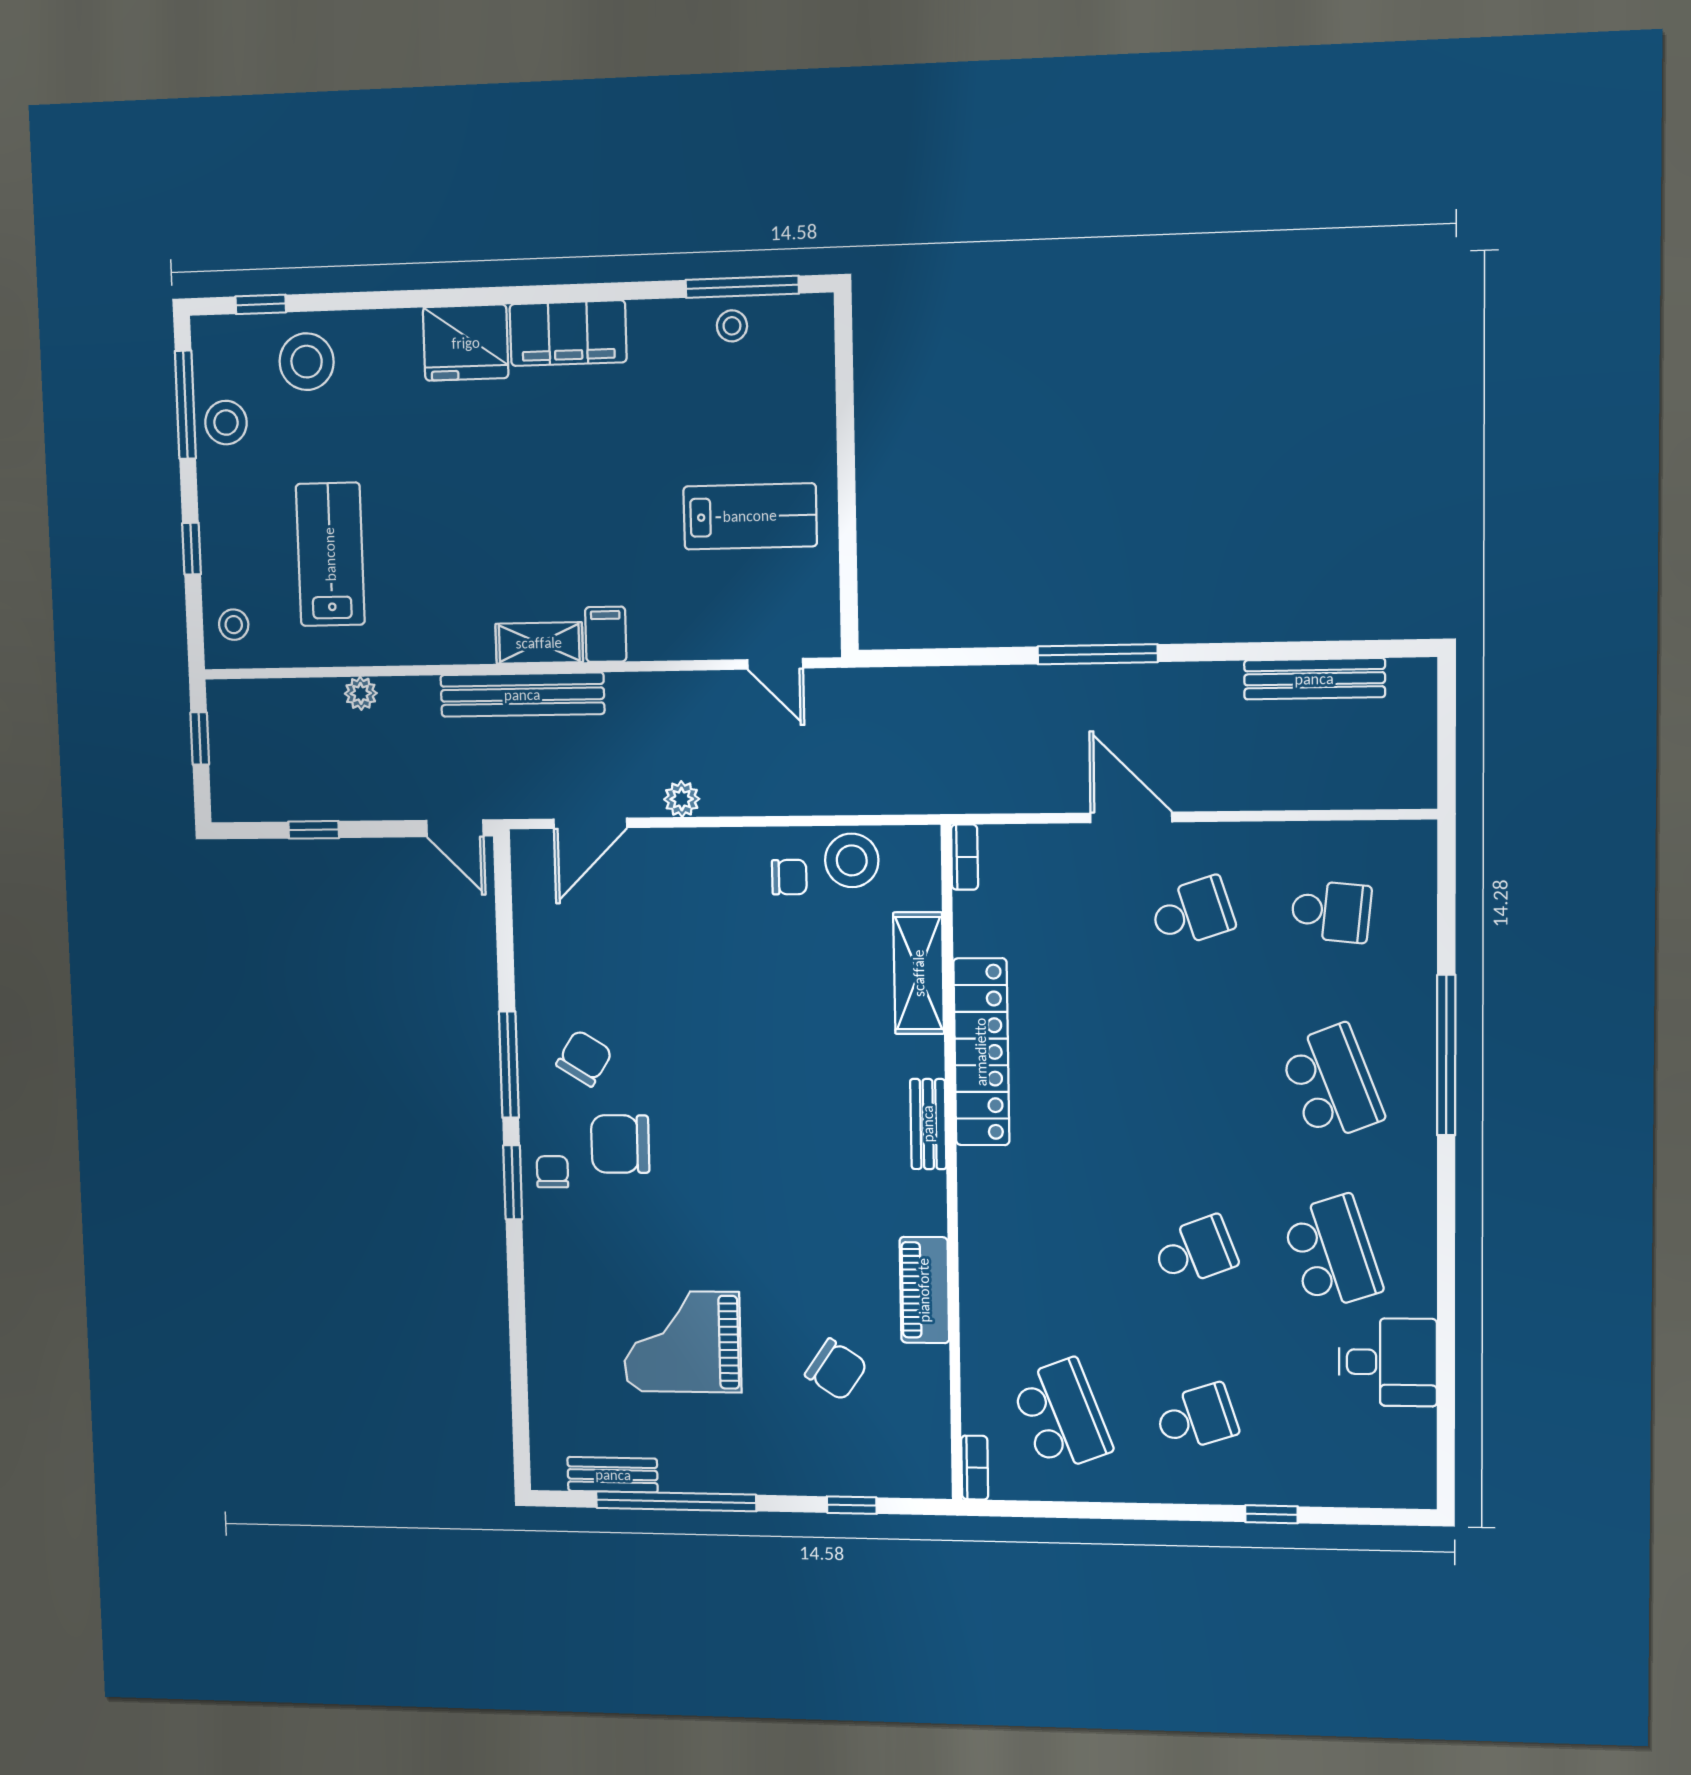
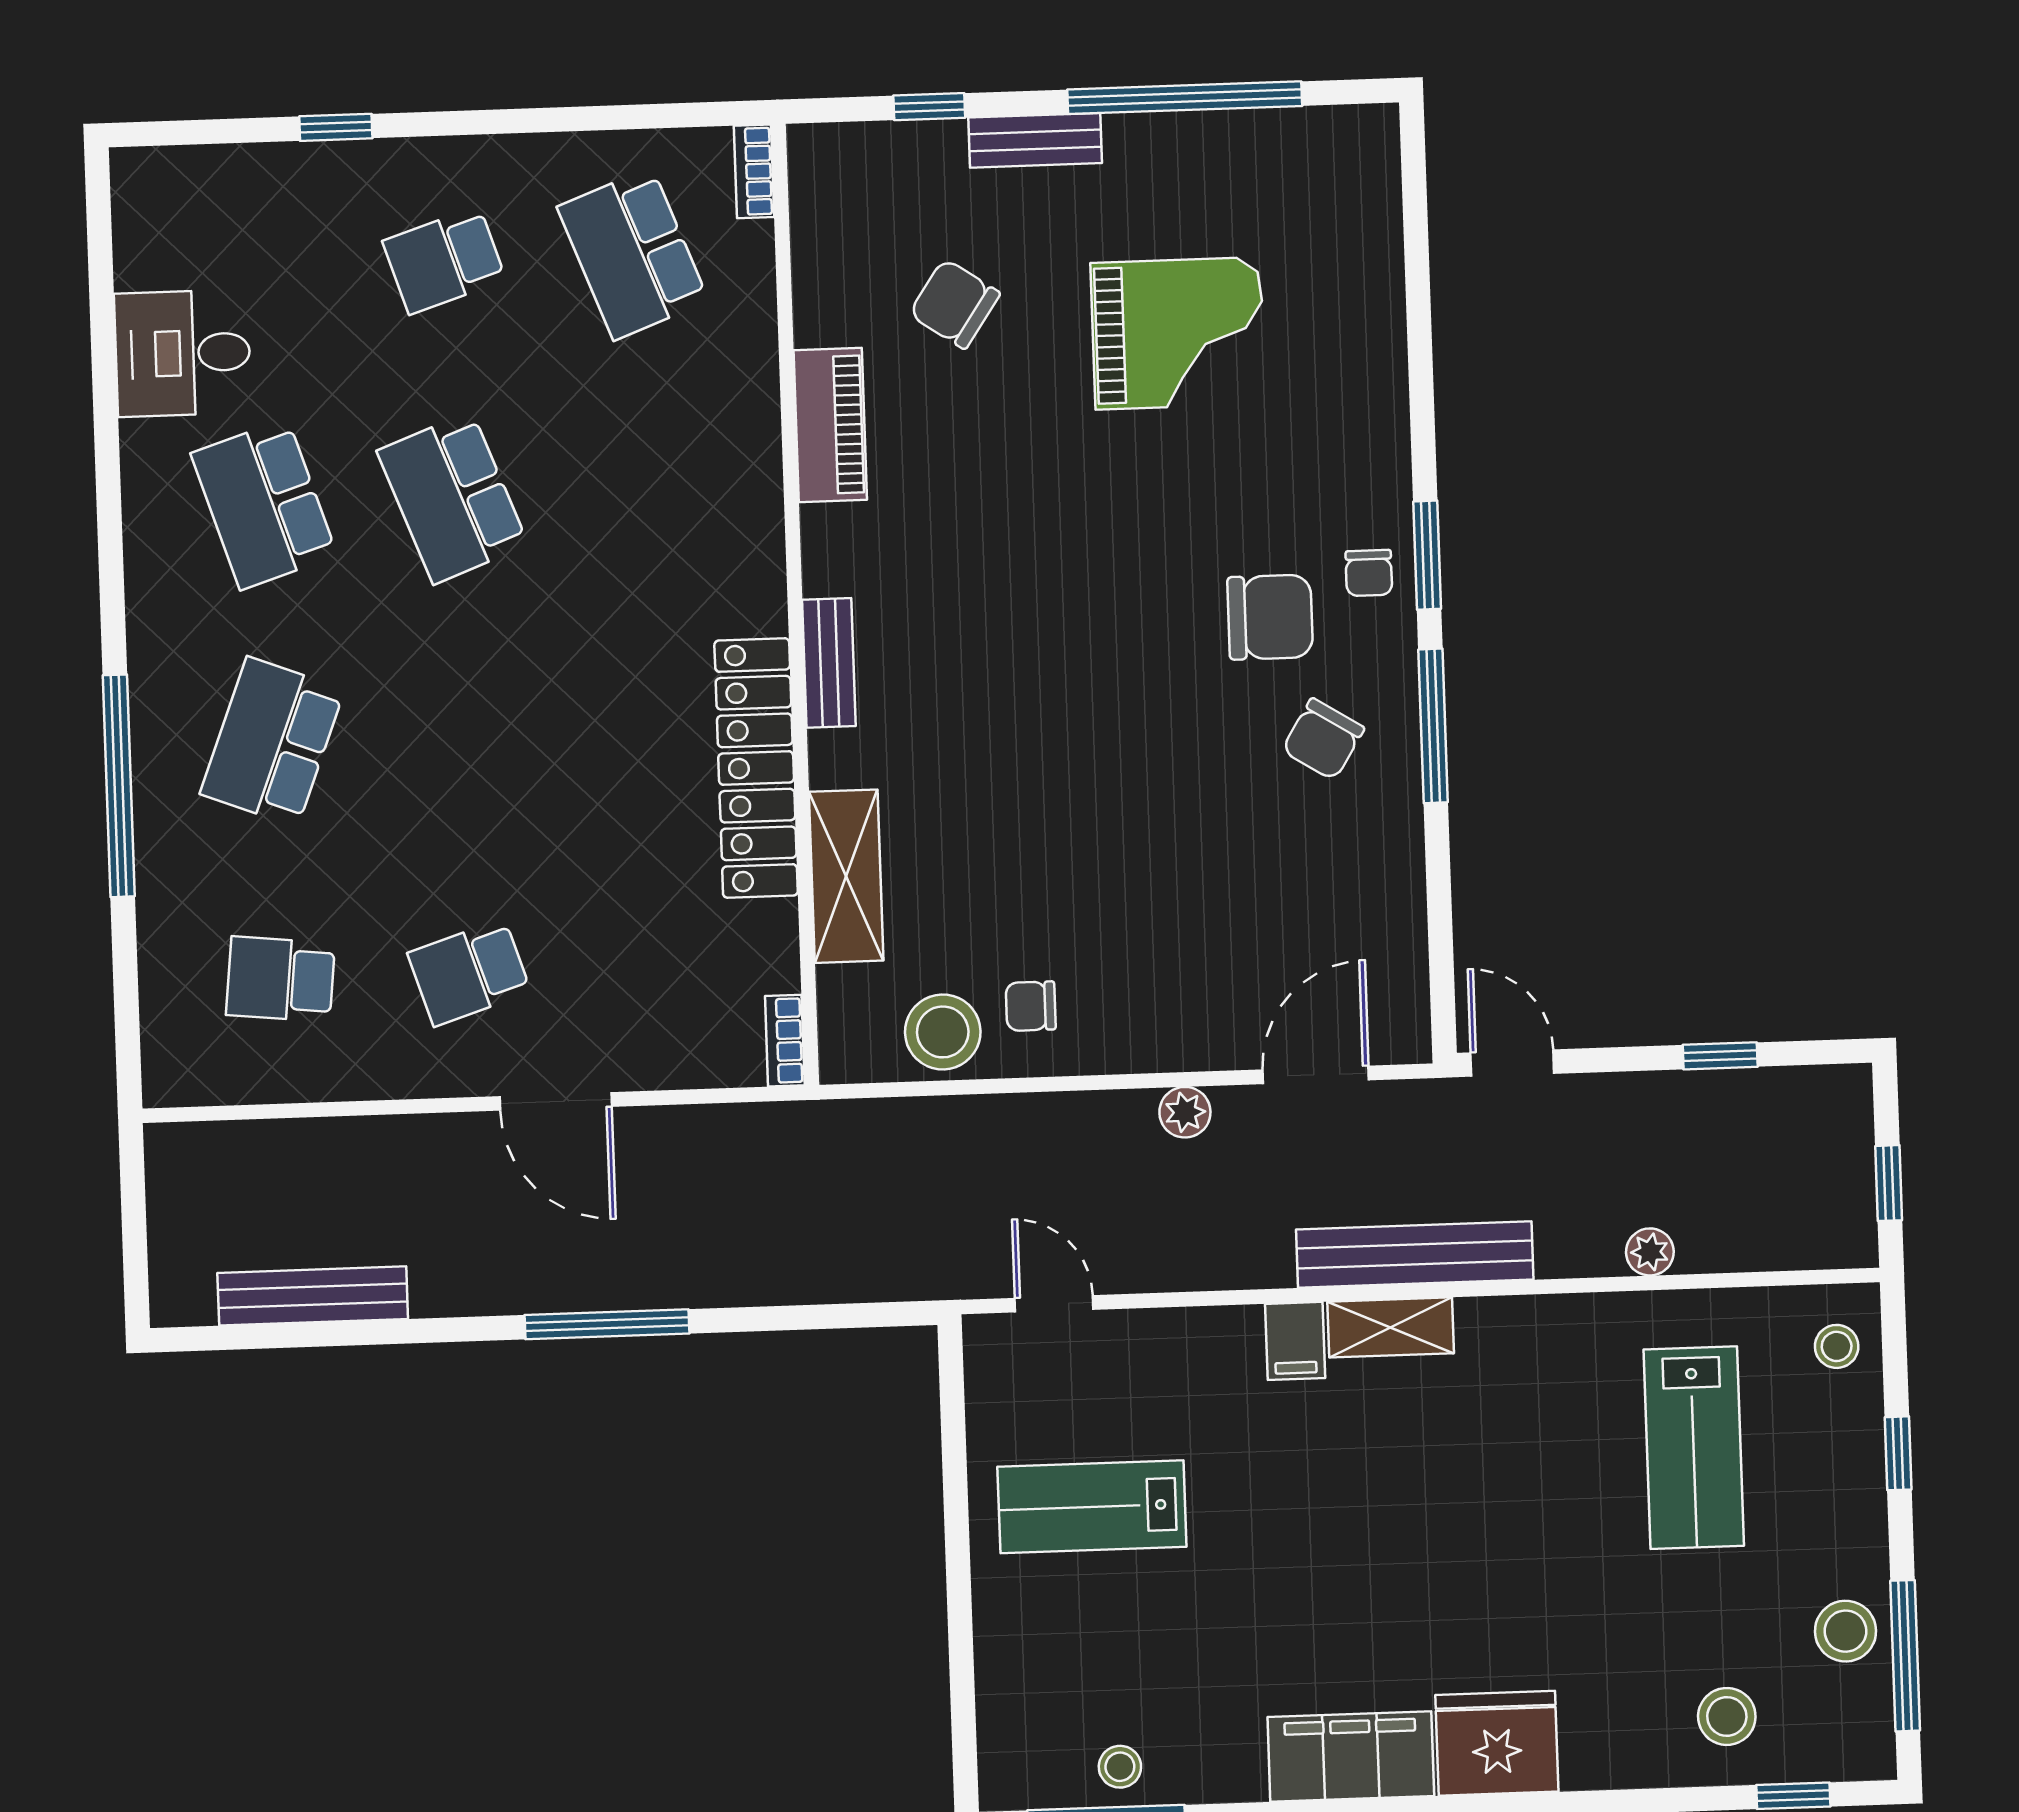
stool: (307, 362) -> (1727, 1716), width x0.73, depth x0.73
school desk: (1332, 1083) -> (272, 742), turned 42
school desk: (1195, 1251) -> (452, 498), width x1.85
bench: (613, 1475) -> (1035, 140), moved

